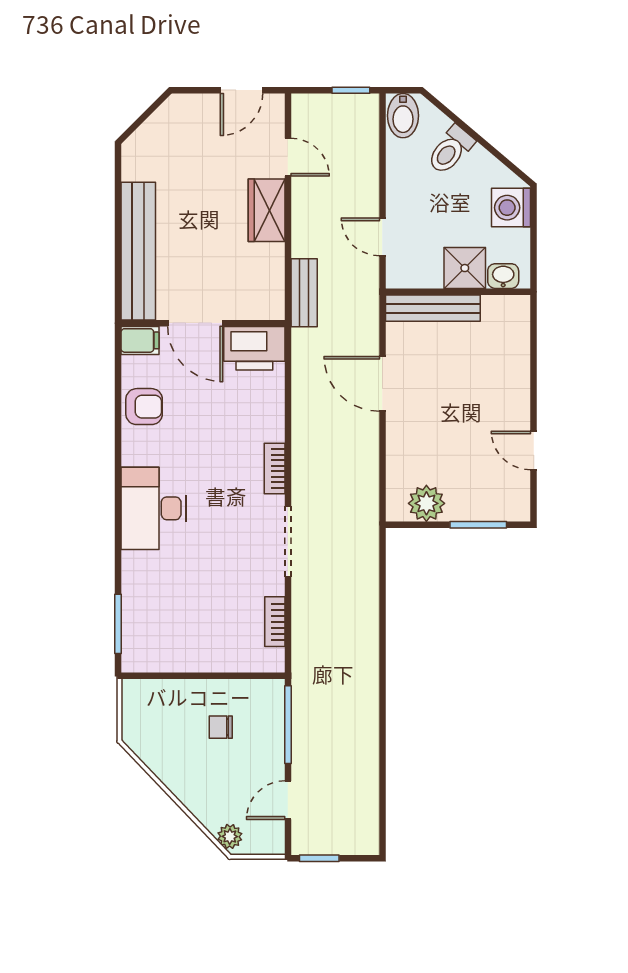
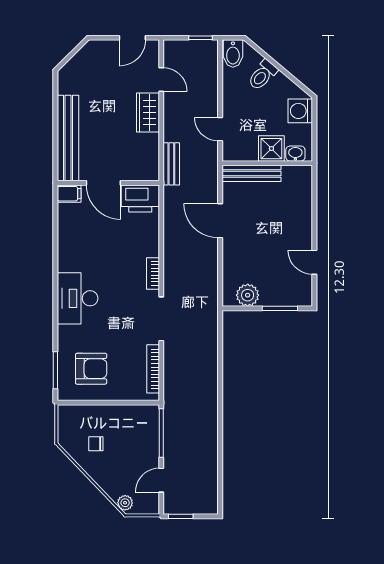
armchair: (144, 407) -> (91, 369), moved, width x1.38, depth x1.38
bookcase: (275, 622) -> (153, 369), width x1.56
chair: (221, 727) -> (96, 444), moved

